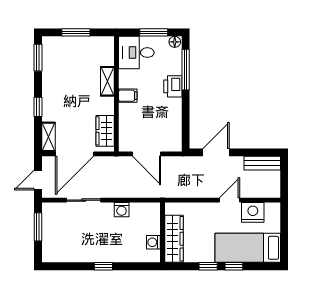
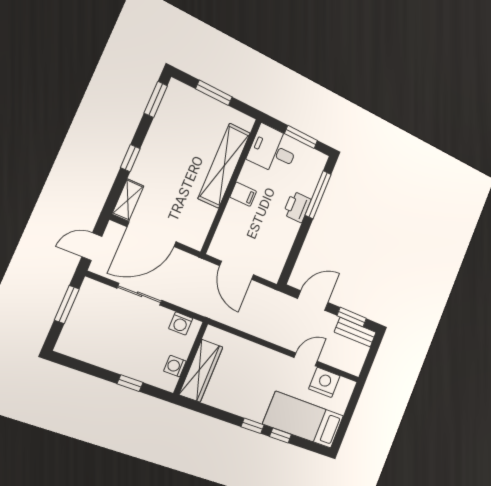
floor lamp: (175, 42) -> (319, 159), removed
shelving: (107, 81) -> (224, 166), width x2.20, depth x1.33
wardrobe: (105, 131) -> (200, 223), removed
window: (254, 152) -> (352, 317), added
wall: (163, 232) -> (191, 358), moved
wardrobe: (174, 239) -> (201, 371), moved
washing machine: (153, 242) -> (175, 366), moved

